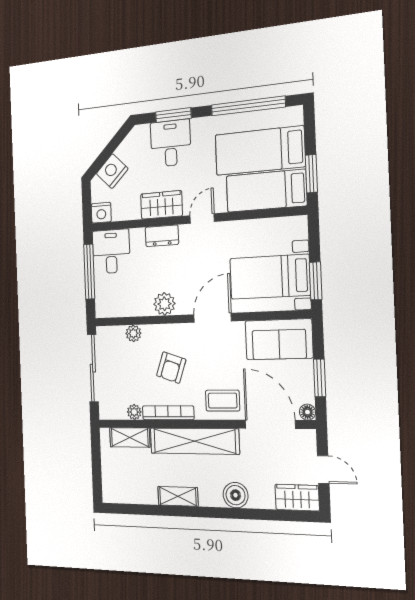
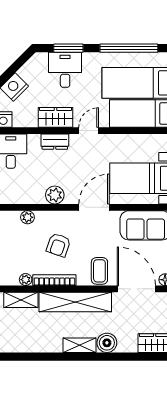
coffee table: (223, 401) -> (99, 271), turned 90
shelving: (178, 496) -> (79, 345), moved

